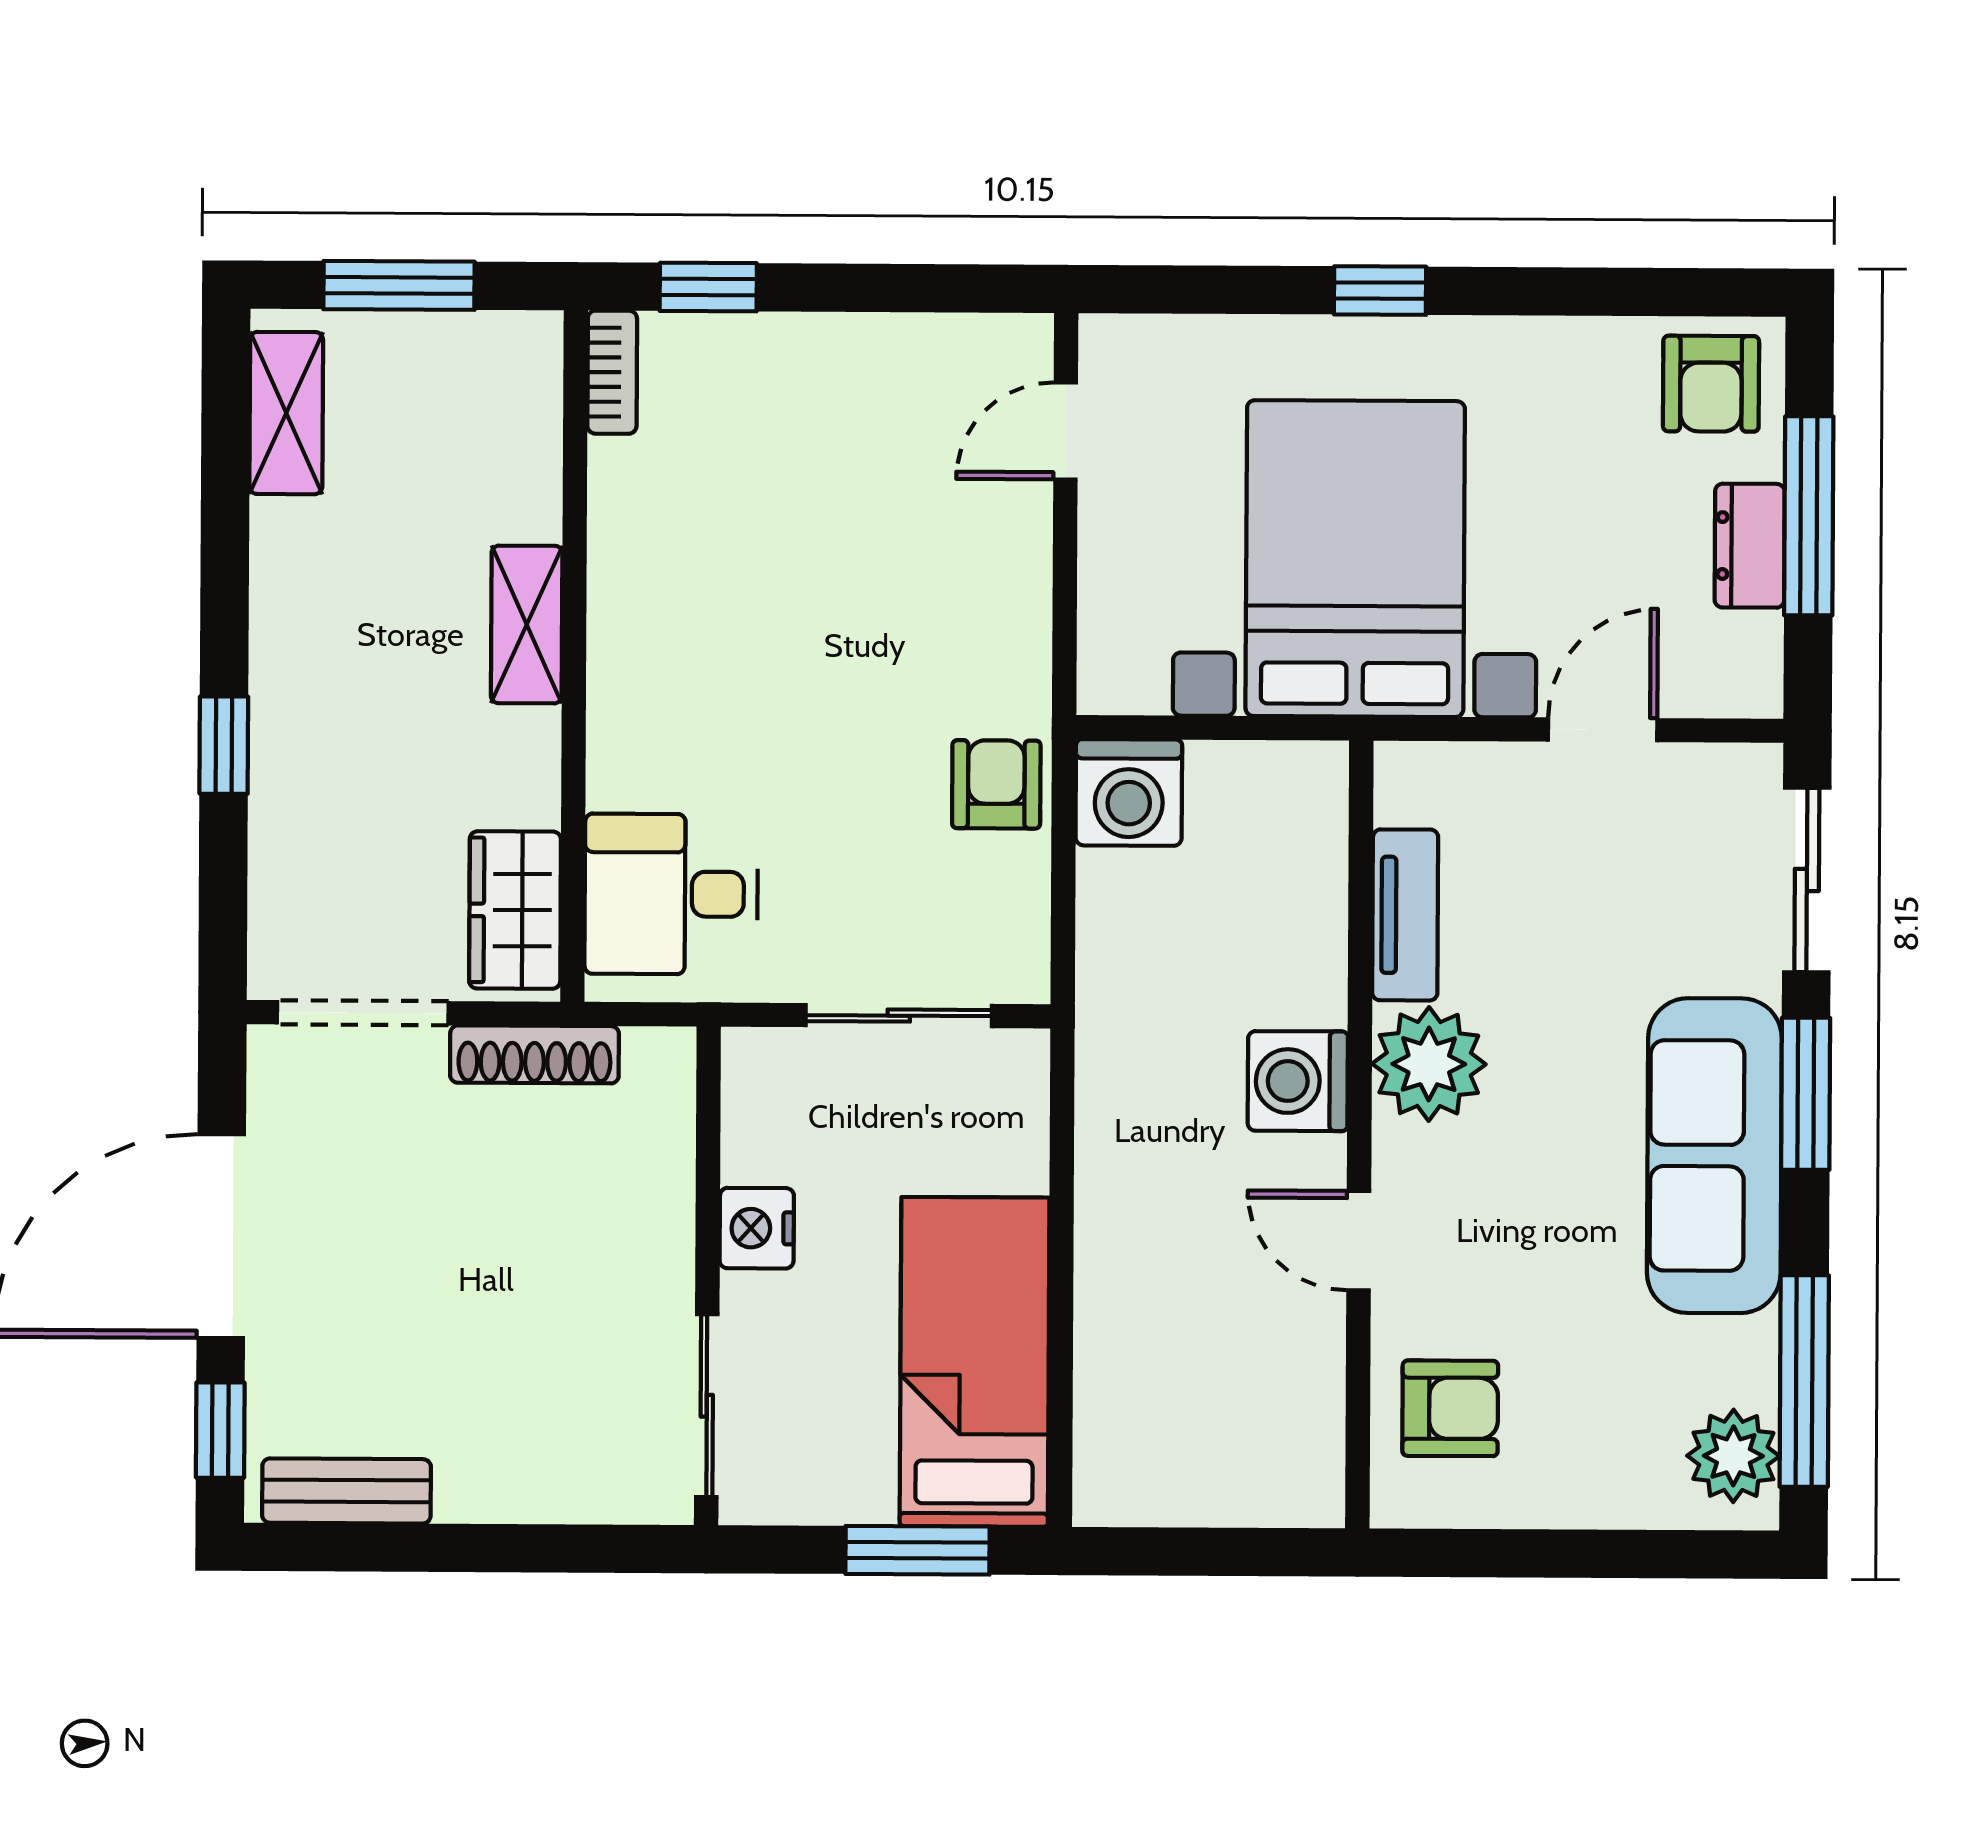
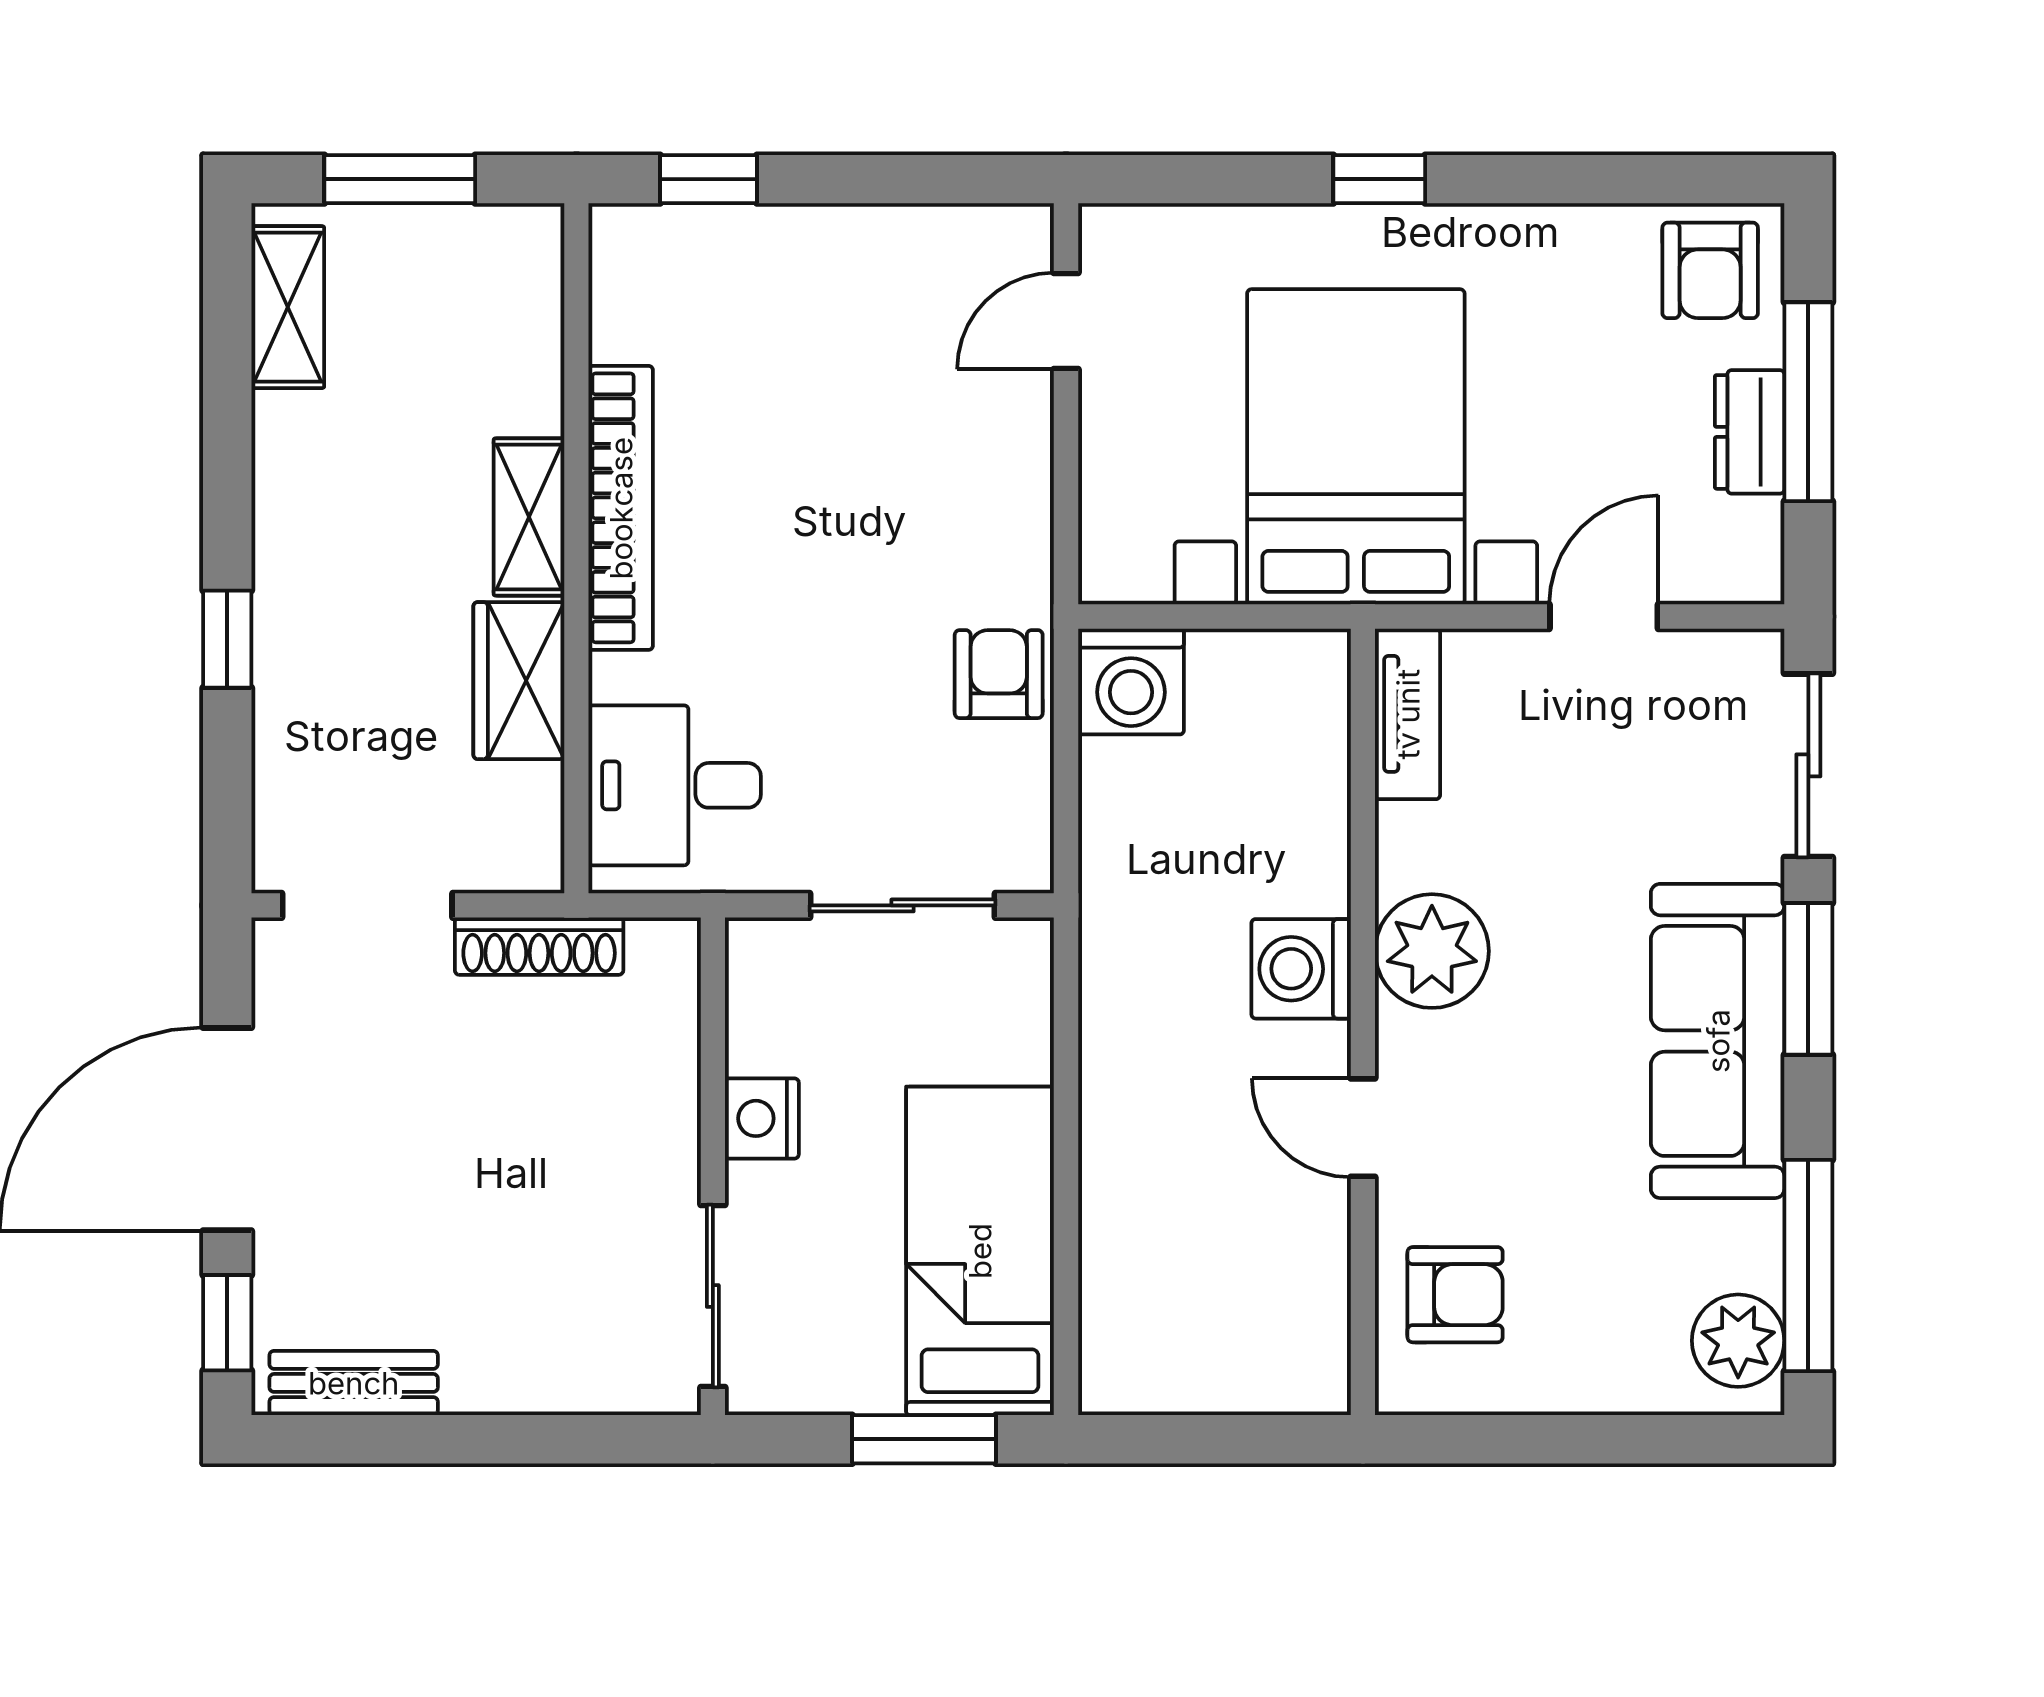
bookcase: (612, 372) -> (621, 508), moved, width x2.31, depth x1.31
wardrobe: (515, 910) -> (519, 681), moved
tv unit: (1405, 915) -> (1408, 714), moved

